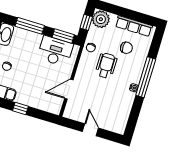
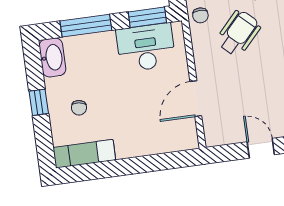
wheelchair: (106, 66) -> (238, 33), turned 43
window: (20, 109) -> (132, 166), removed

